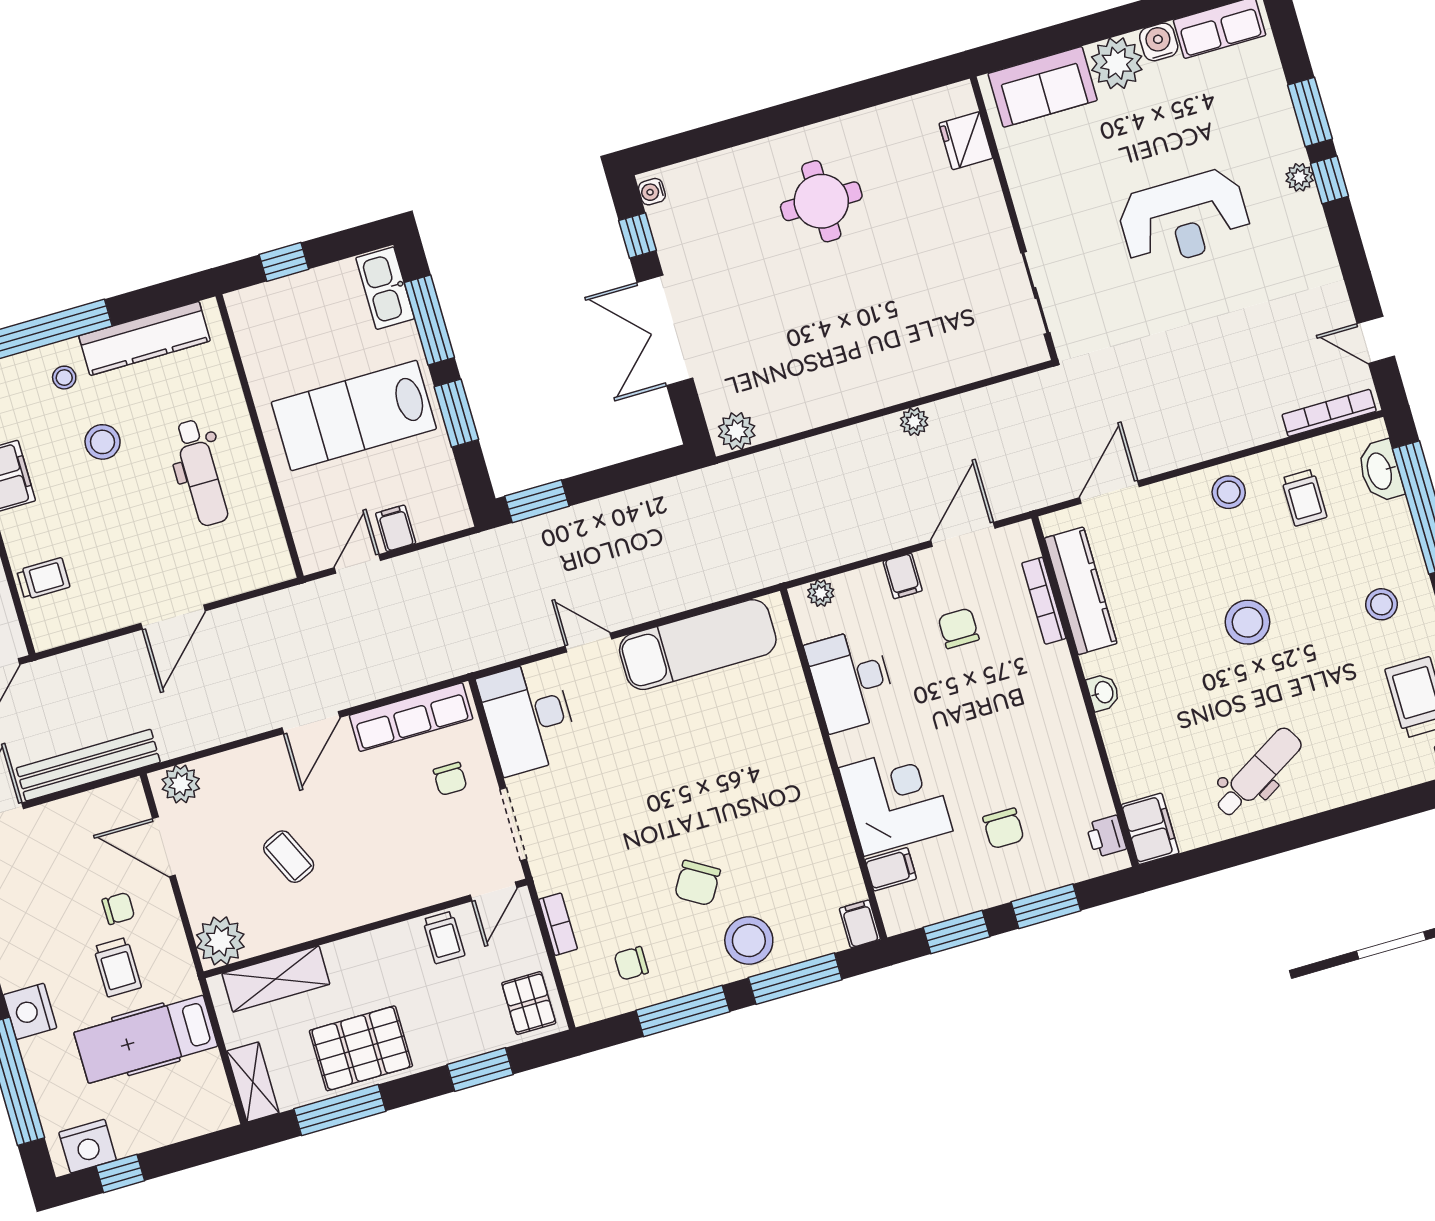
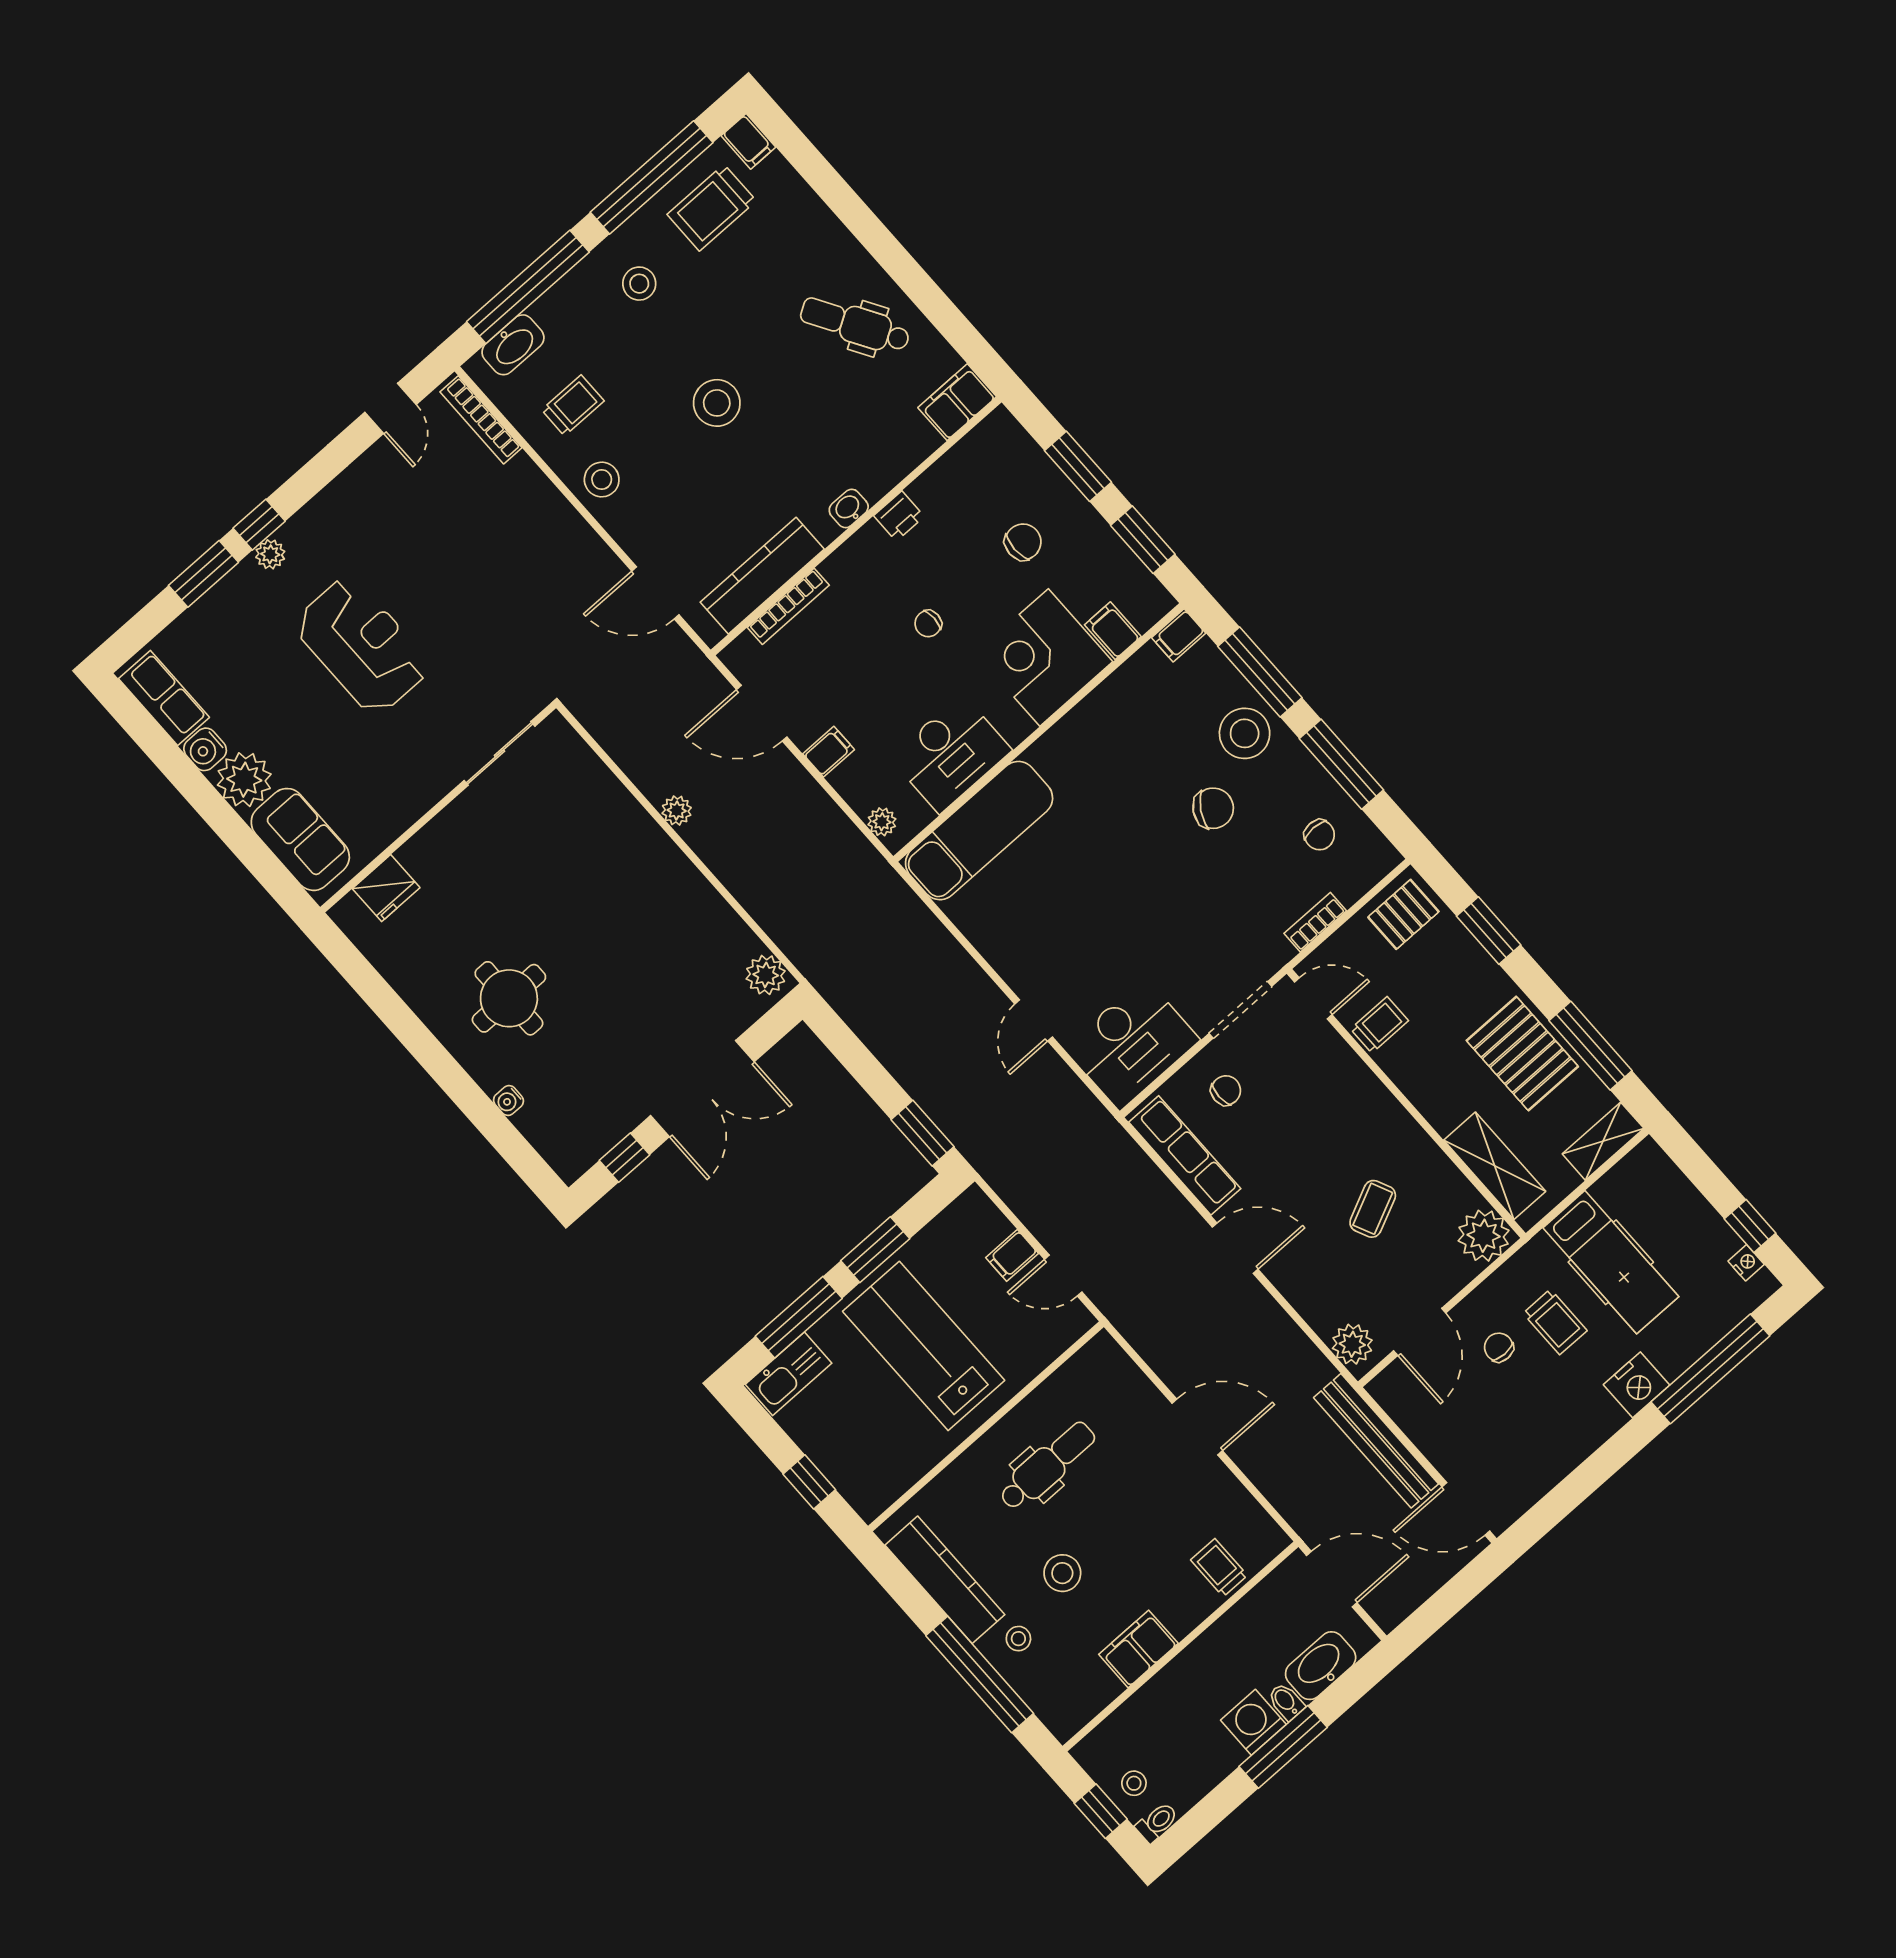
water cooler: (652, 192) -> (509, 1100), moved, turned 90
lab bench: (354, 415) -> (924, 1346), turned 180
chair: (959, 628) -> (928, 624), moved, width x0.73, depth x0.73
exam couch: (698, 645) -> (979, 831), moved, turned 90
printer: (1106, 836) -> (899, 516), moved
trolley: (117, 967) -> (1555, 1322), turned 90
nightstand: (88, 1146) -> (1746, 1263), width x0.53, depth x0.56

